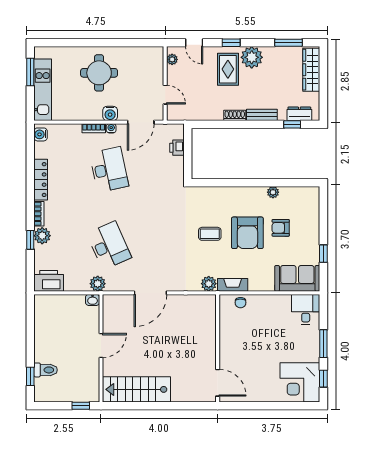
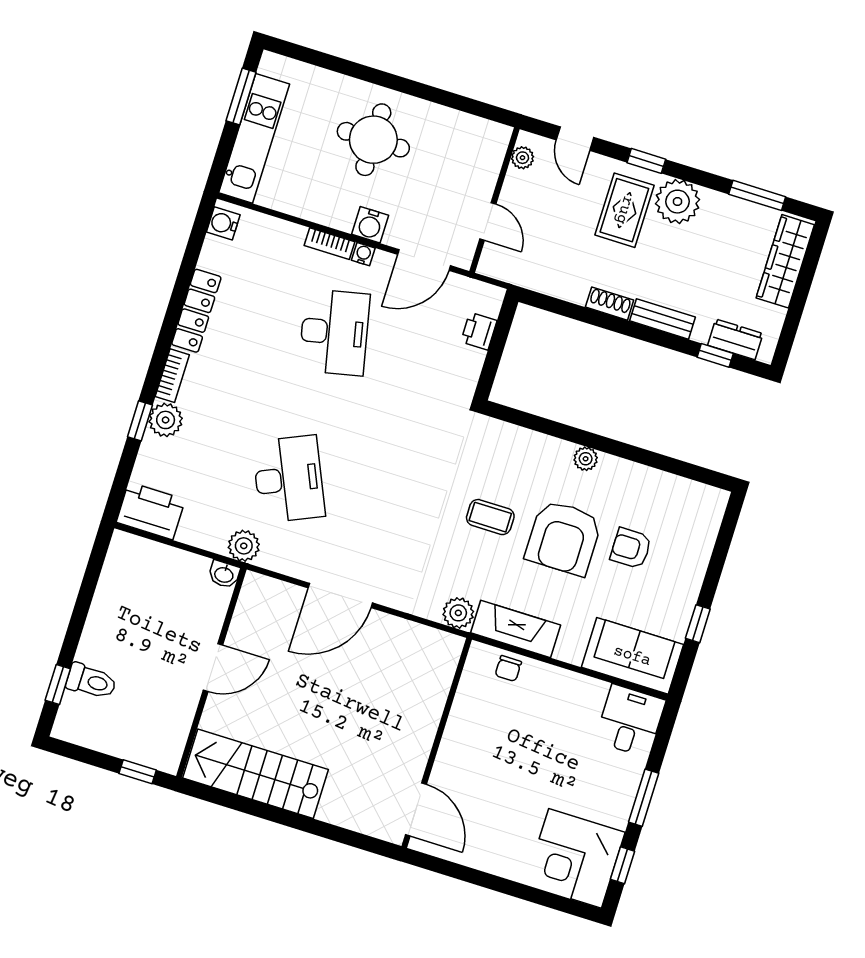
plant: (273, 192) -> (586, 459), moved
fireplace: (233, 285) -> (516, 629), width x1.37, depth x1.32

